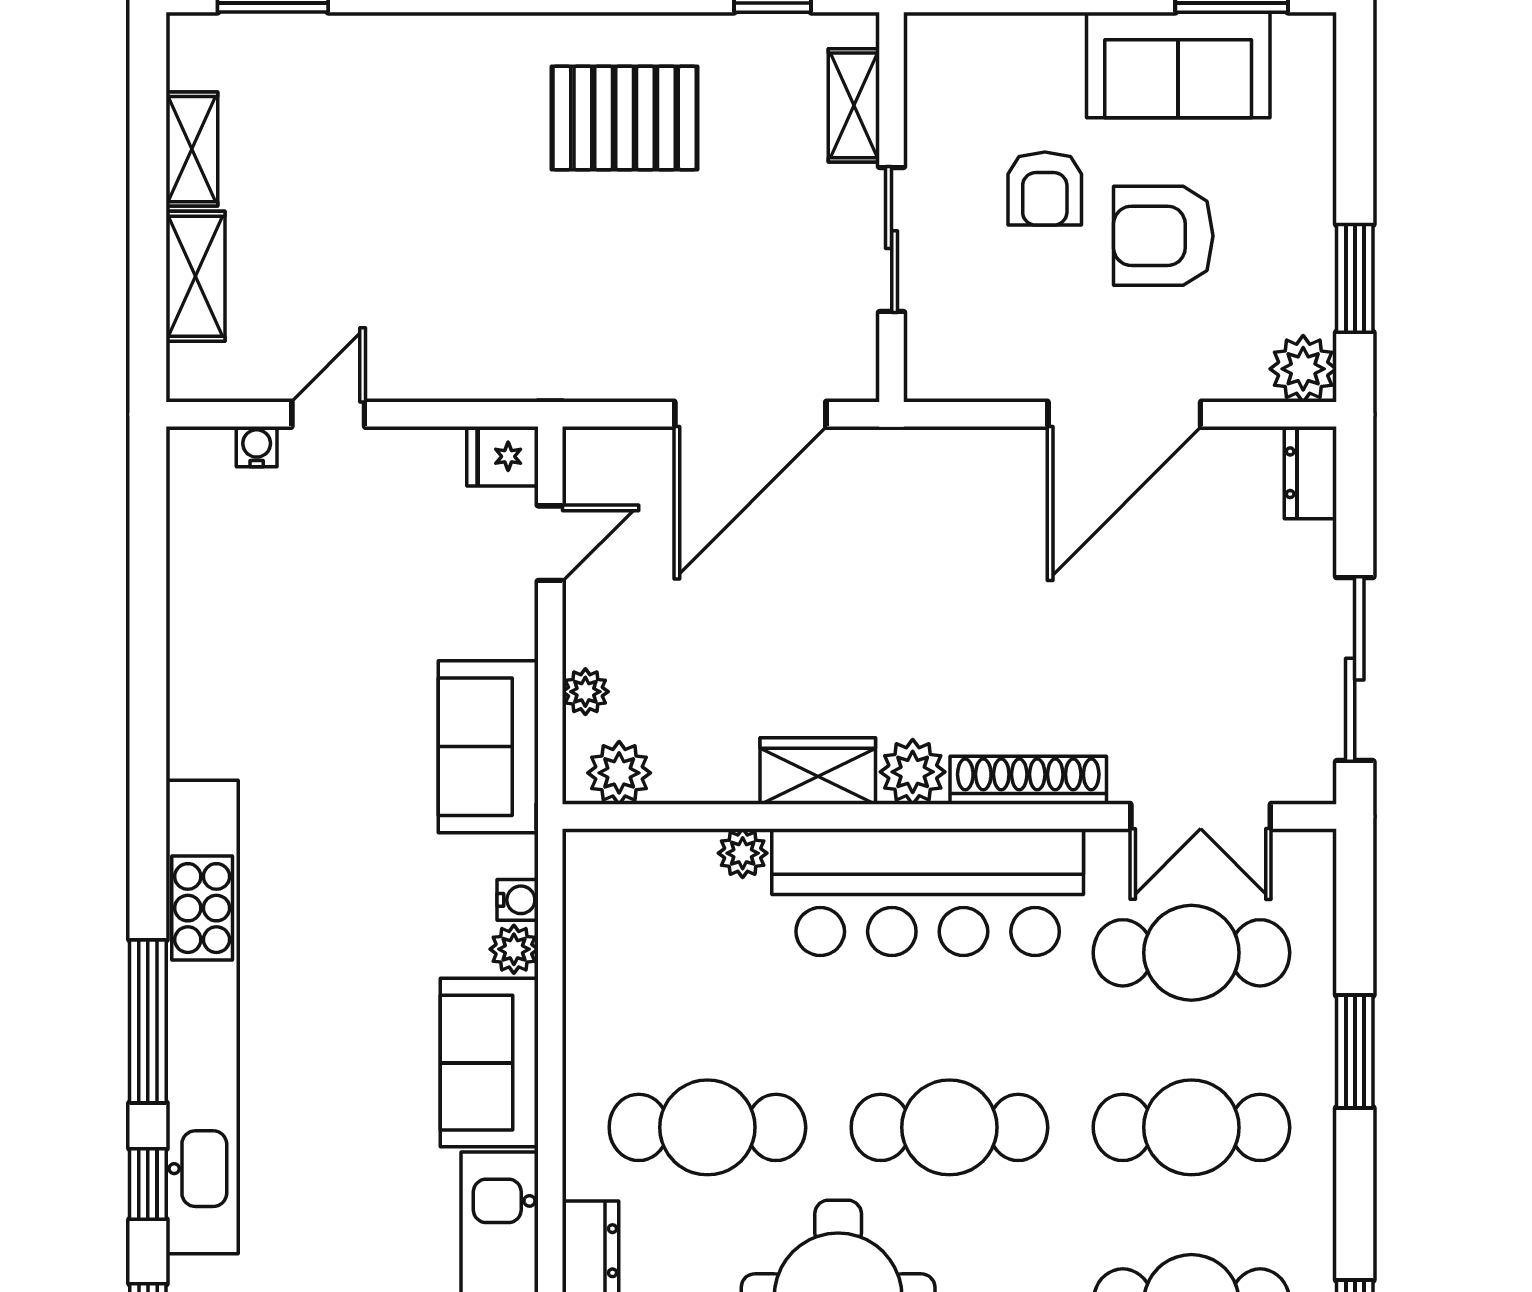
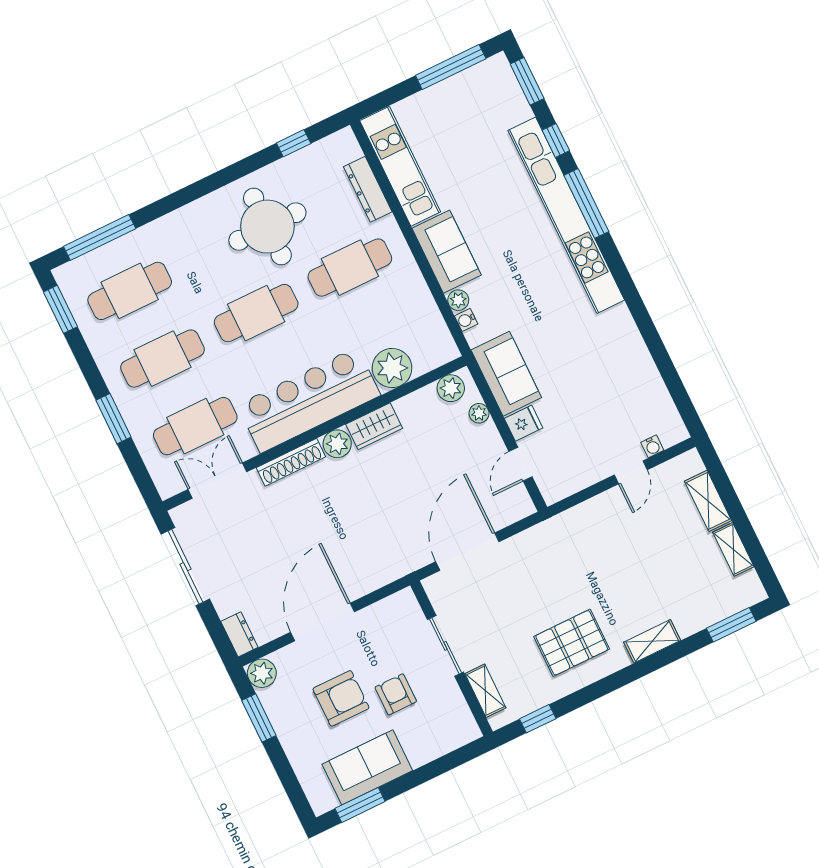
shelving: (455, 39) -> (652, 641), added
fridge: (502, 456) -> (523, 423), moved
plant: (743, 853) -> (392, 368), width x1.88, depth x1.88

